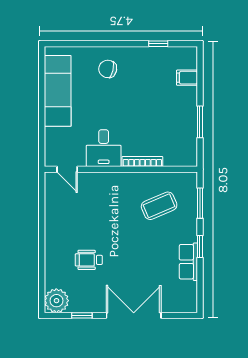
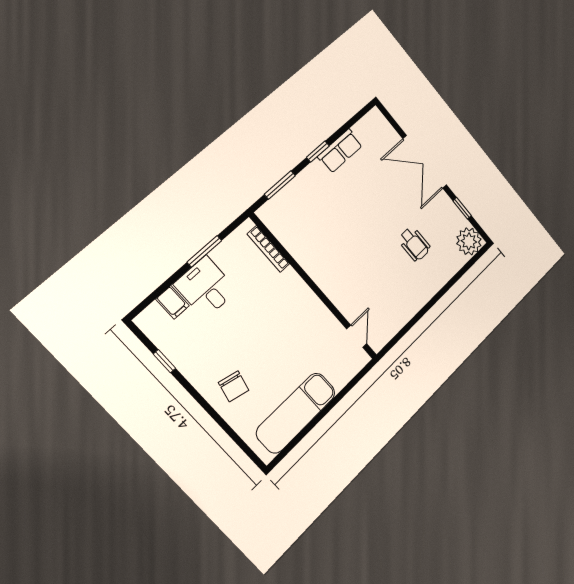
desk: (104, 148) -> (206, 287), moved, turned -90
bookcase: (142, 161) -> (268, 249), moved
coffee table: (159, 206) -> (315, 222), removed

